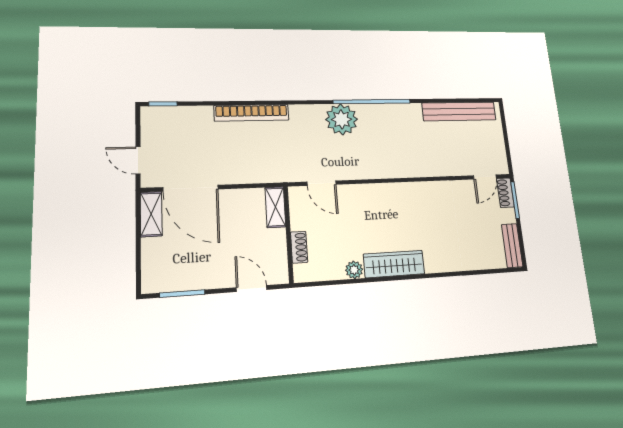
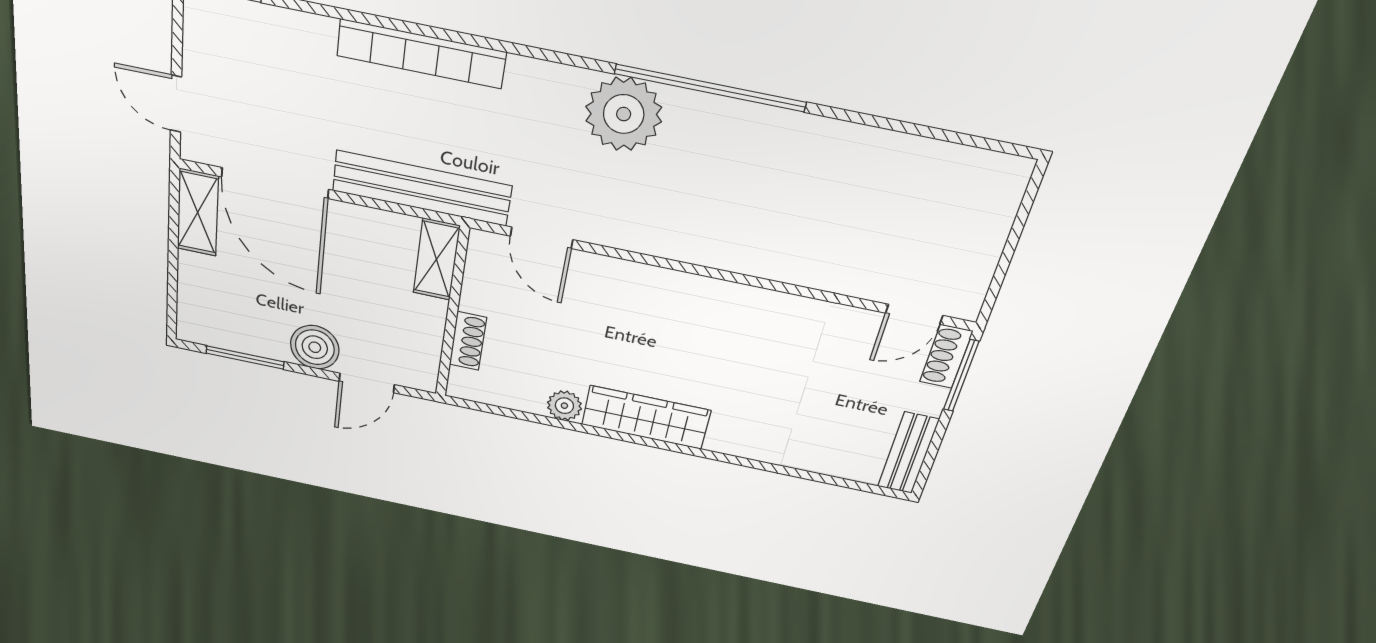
bench: (459, 111) -> (422, 188), moved
boiler: (221, 275) -> (315, 347), added
door: (251, 289) -> (367, 383), swing flipped

